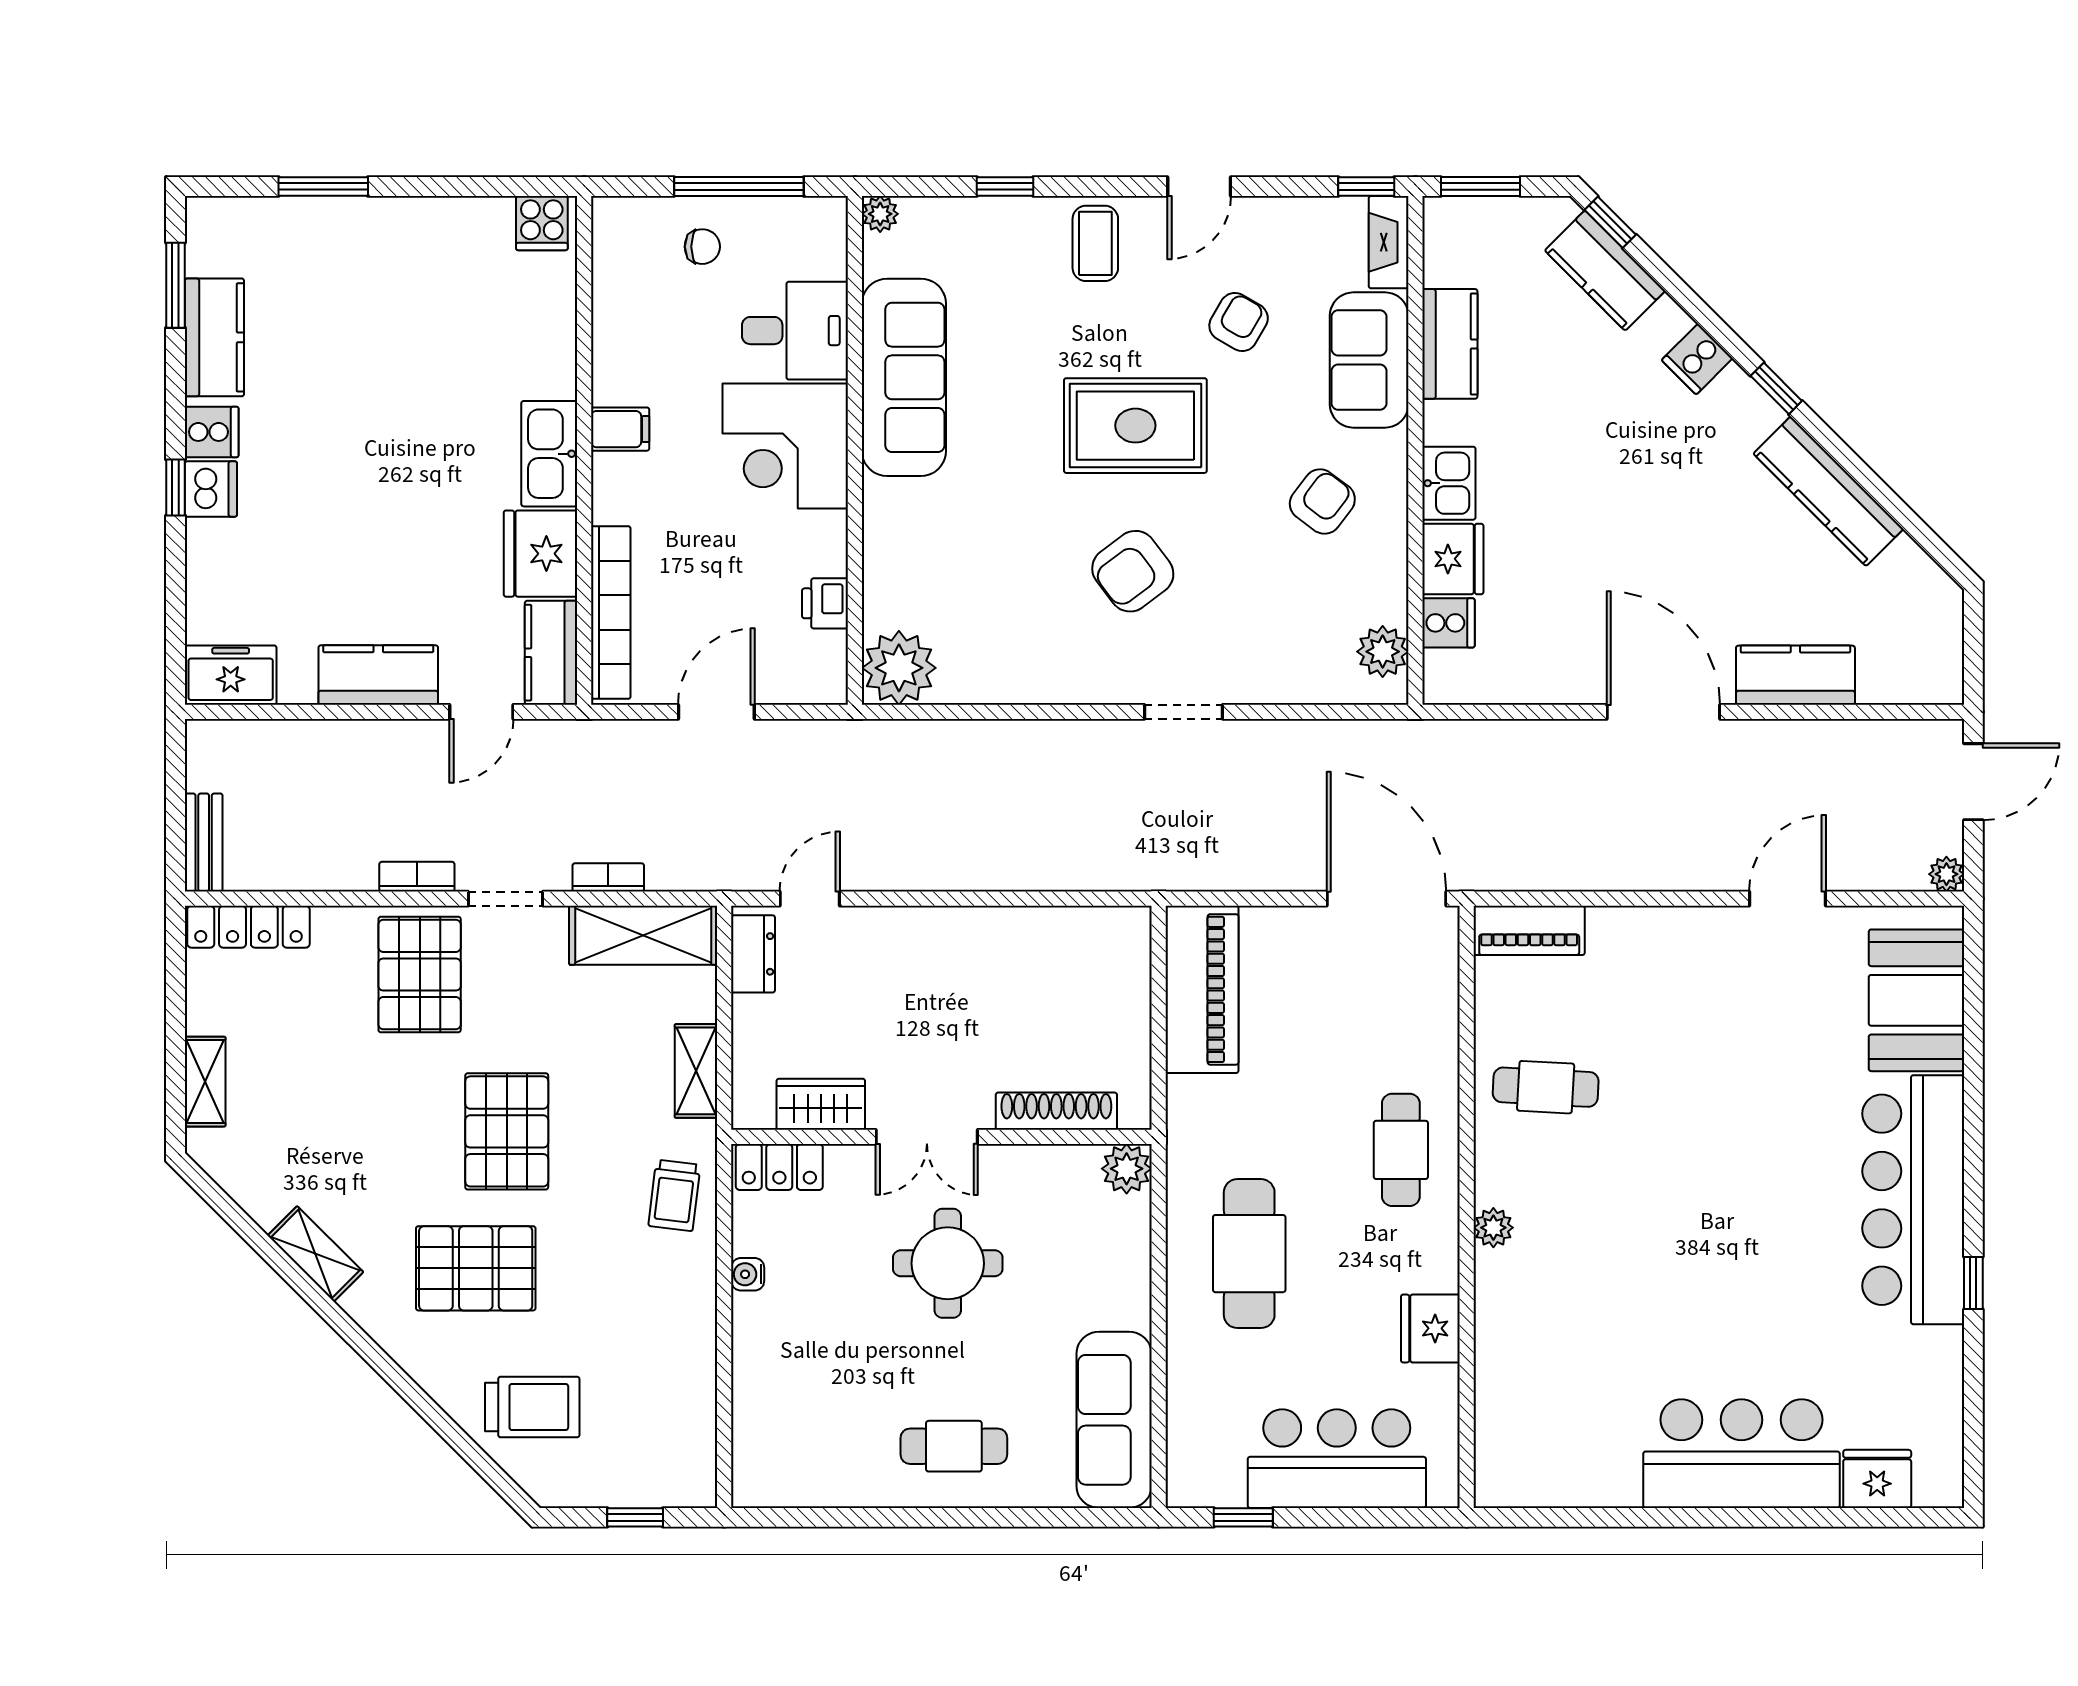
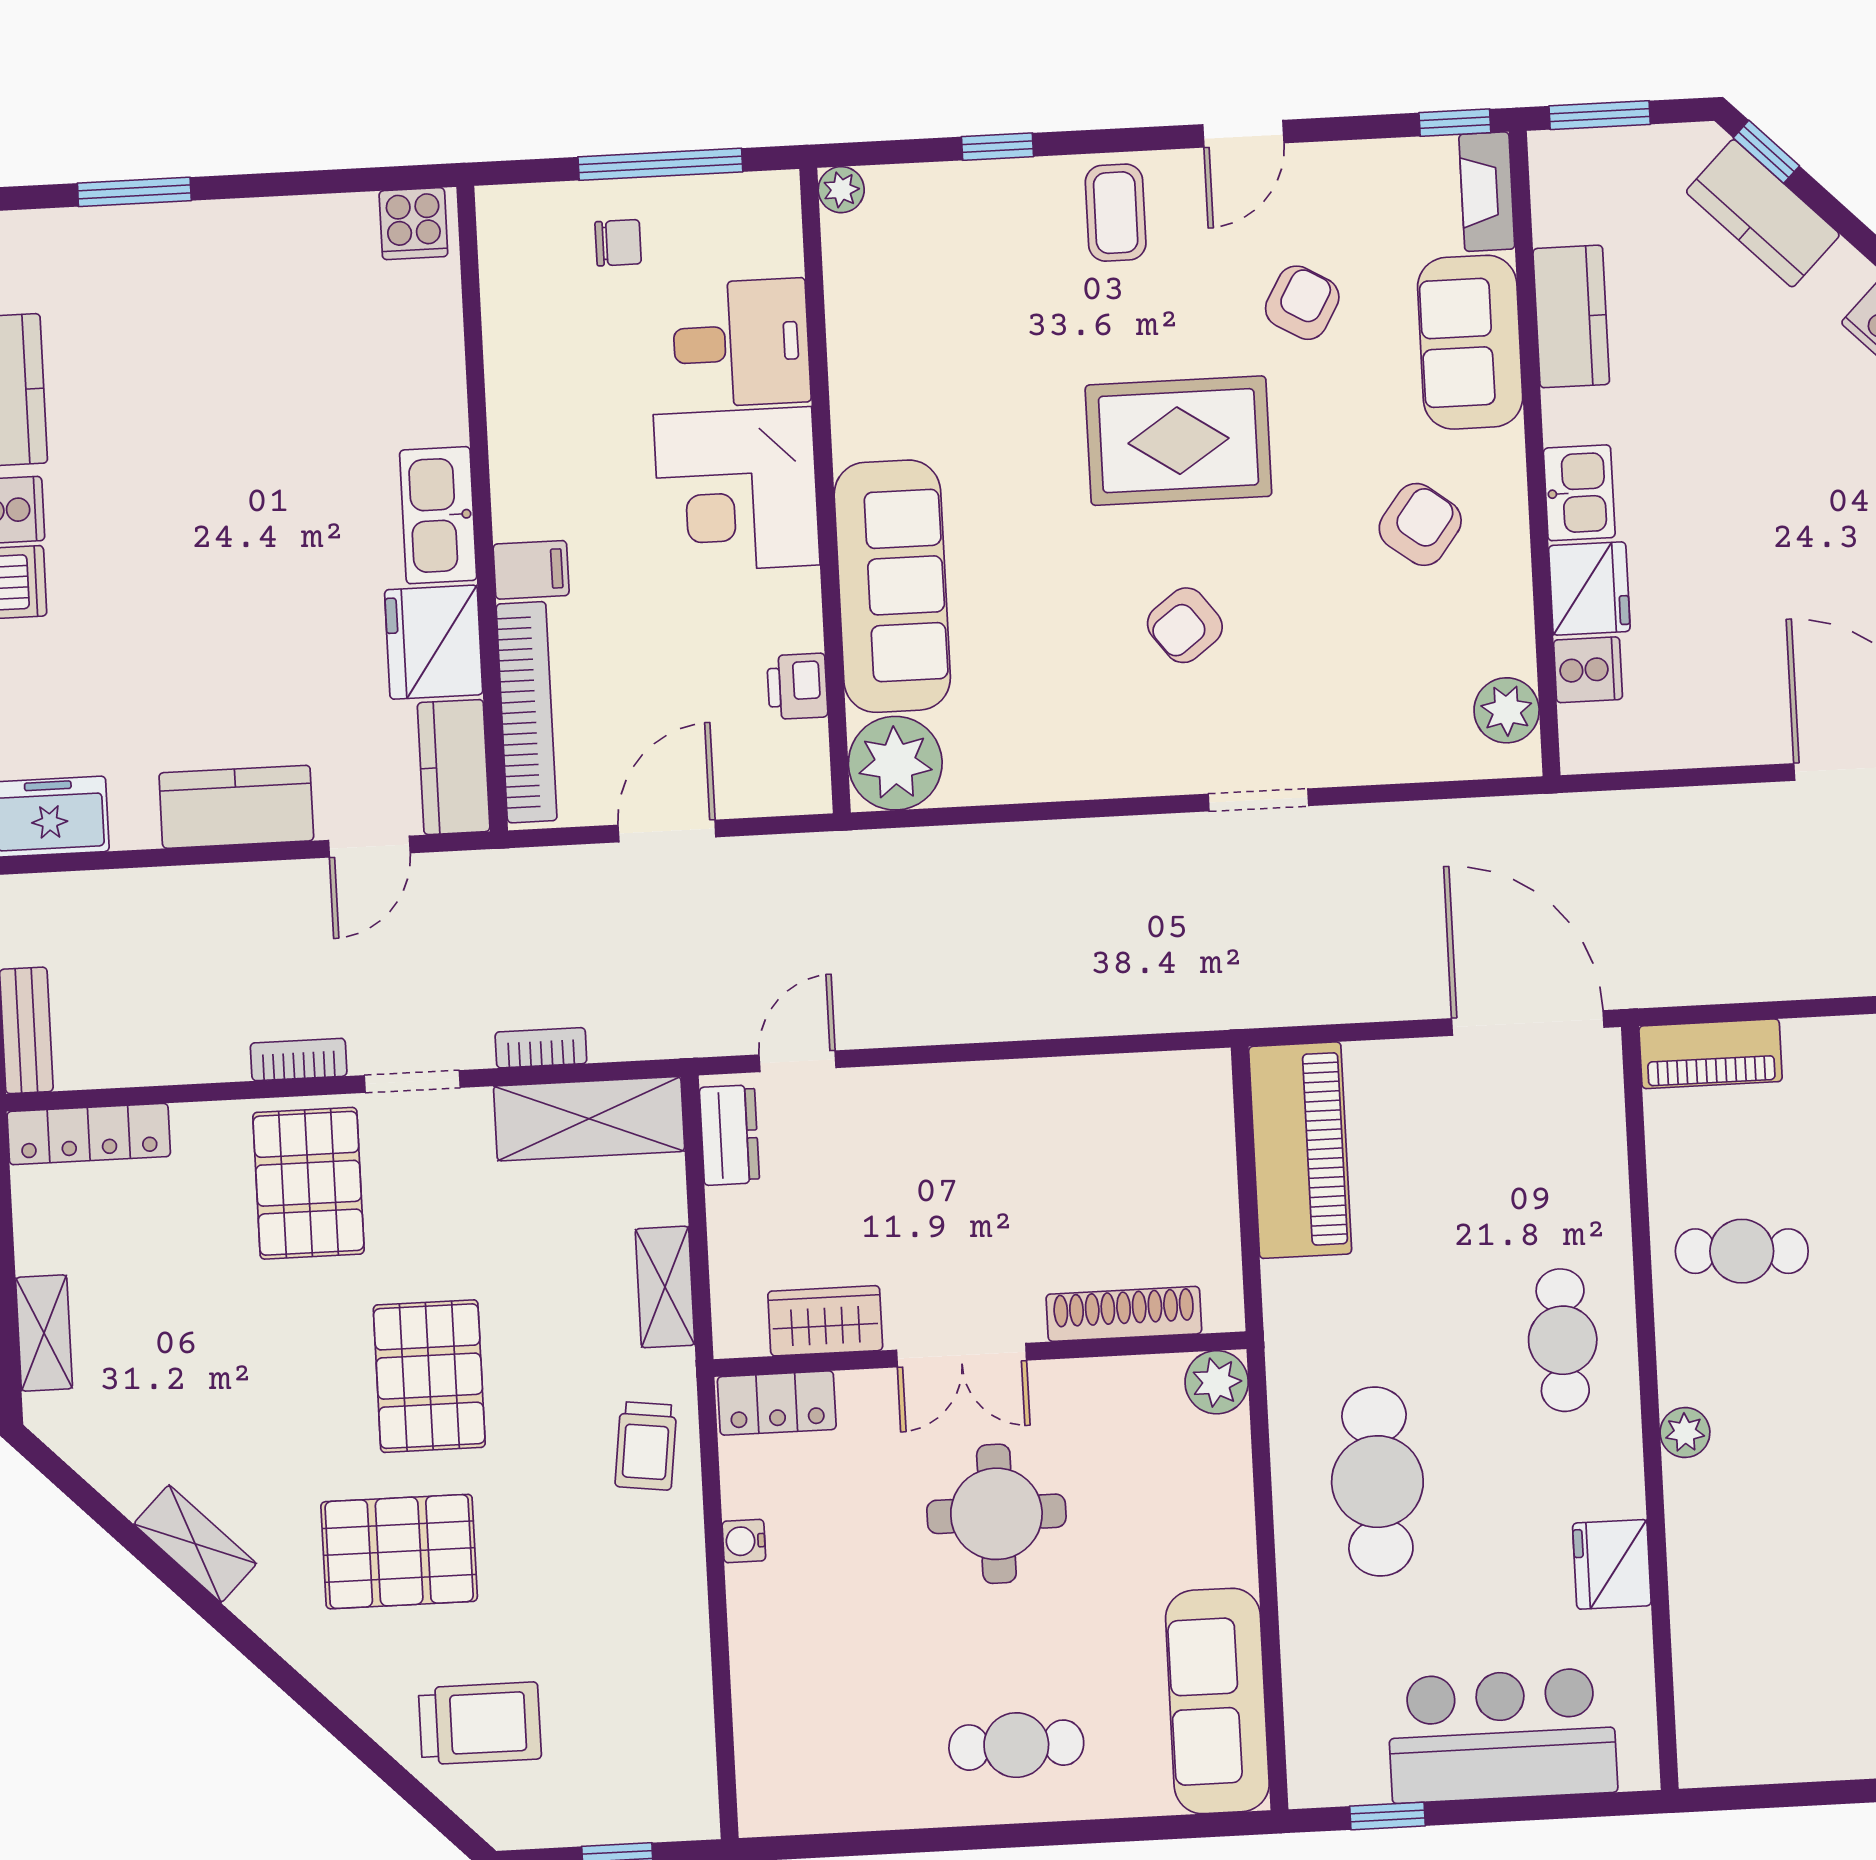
sofa: (904, 377) -> (892, 586), moved
filing cabinet: (620, 429) -> (531, 570), moved
armchair: (1133, 571) -> (1185, 625), width x0.72, depth x0.72

